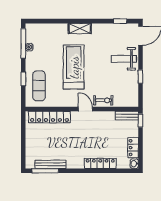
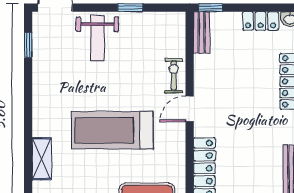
shelving: (80, 28) -> (42, 159), moved

